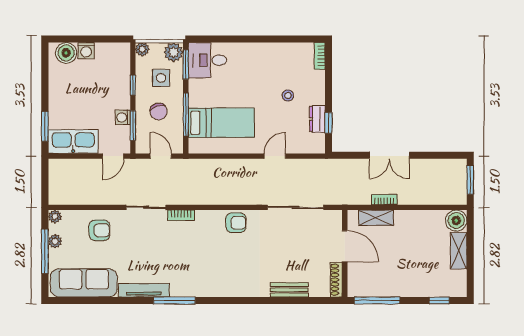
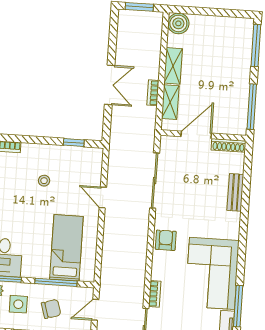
dresser: (317, 119) -> (69, 153), removed
shelving: (459, 251) -> (173, 66), moved, turned 90
corner sofa: (206, 272) -> (212, 273), added
window: (439, 300) -> (256, 45), width x2.17

